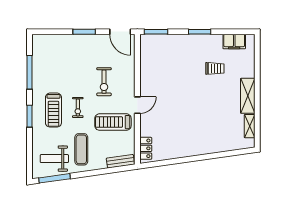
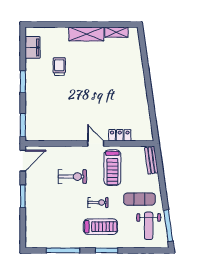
locker: (146, 148) -> (120, 135), moved

